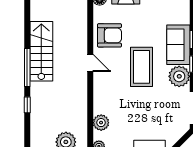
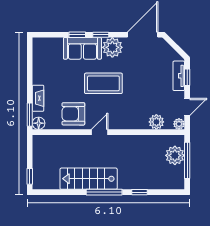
armchair: (109, 35) -> (73, 114), turned -90

